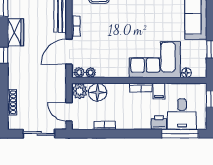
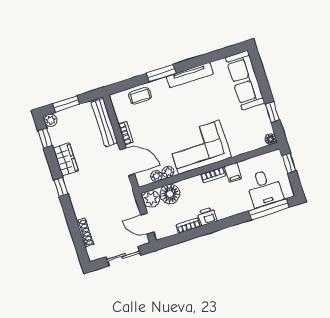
door: (69, 52) -> (127, 162), swing flipped
corner sofa: (155, 60) -> (199, 147), moved
plant: (79, 72) -> (168, 172), moved
floor lamp: (186, 73) -> (271, 139), moved
printer: (159, 123) -> (207, 216), moved

